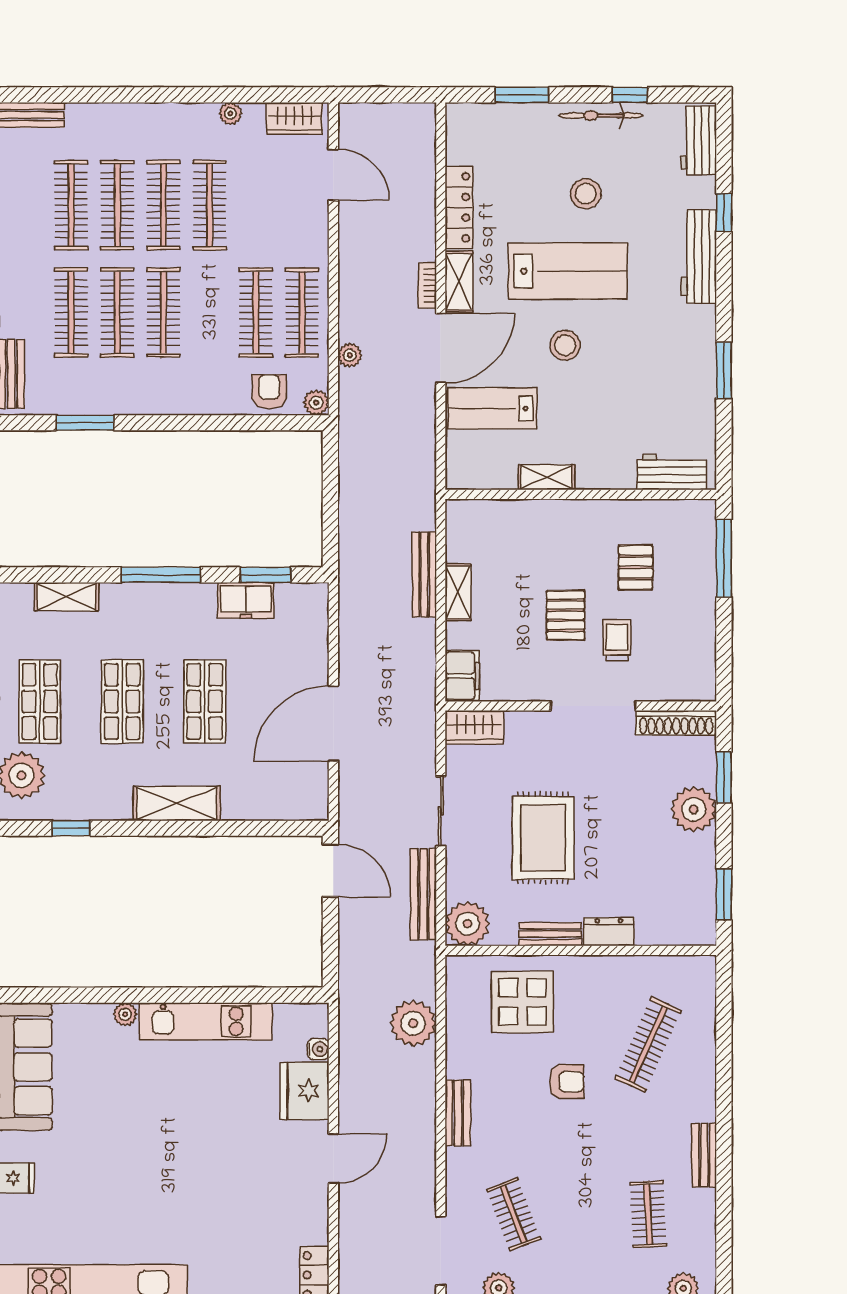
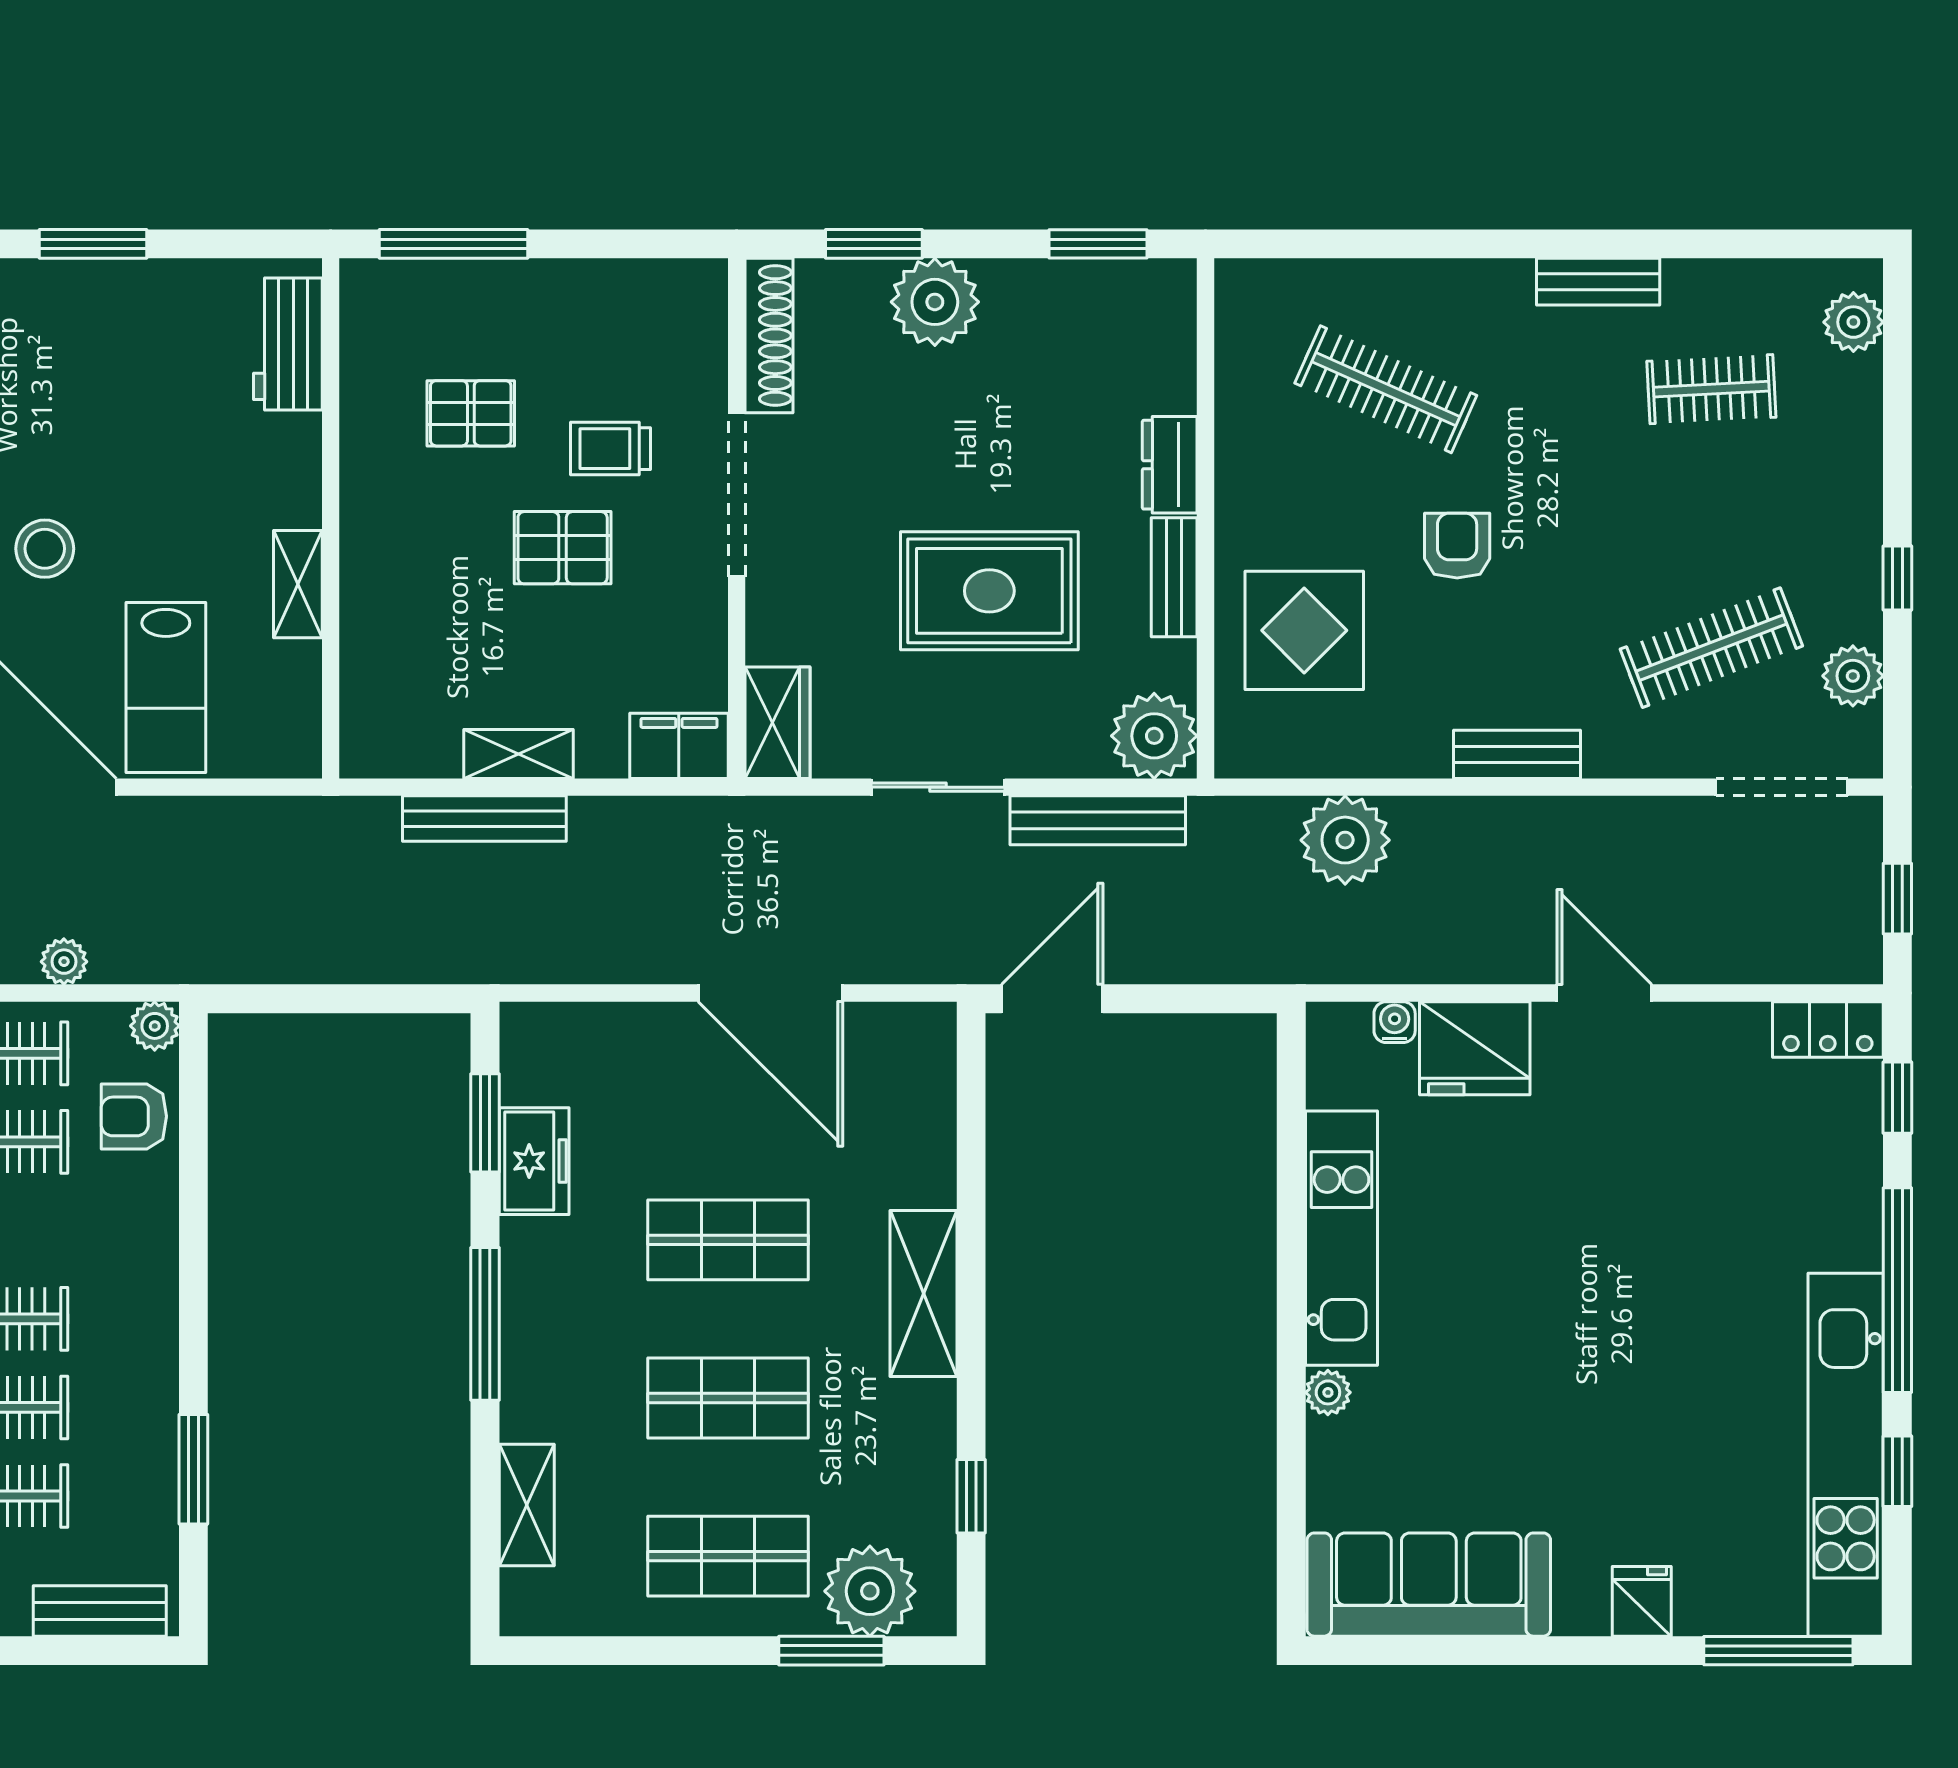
clothes rail: (513, 1214) -> (1711, 648), width x1.36

